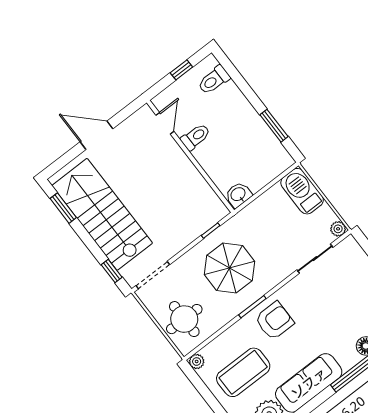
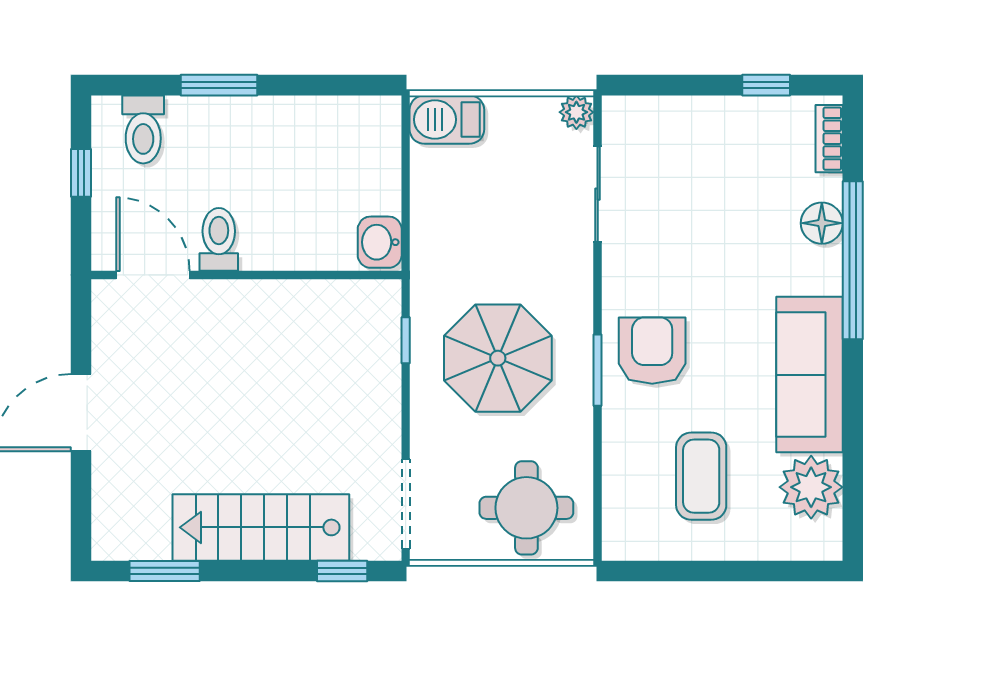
door: (165, 123) -> (153, 275), width x1.37
window: (274, 126) -> (219, 85), moved
barbecue: (302, 191) -> (447, 120), width x0.73, depth x0.83
stairs: (102, 214) -> (261, 527), width x0.73, depth x0.66
plant: (197, 362) -> (619, 544), removed
coffee table: (243, 372) -> (701, 476), width x0.73, depth x0.76

